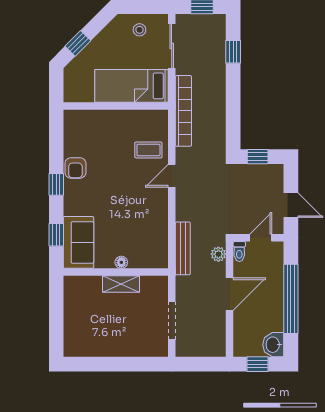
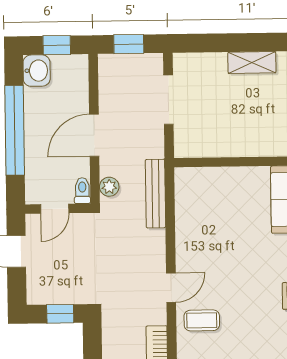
floor lamp: (121, 262) -> (235, 174), removed
shelving: (121, 284) -> (252, 62), moved
window: (202, 364) -> (129, 44), added

